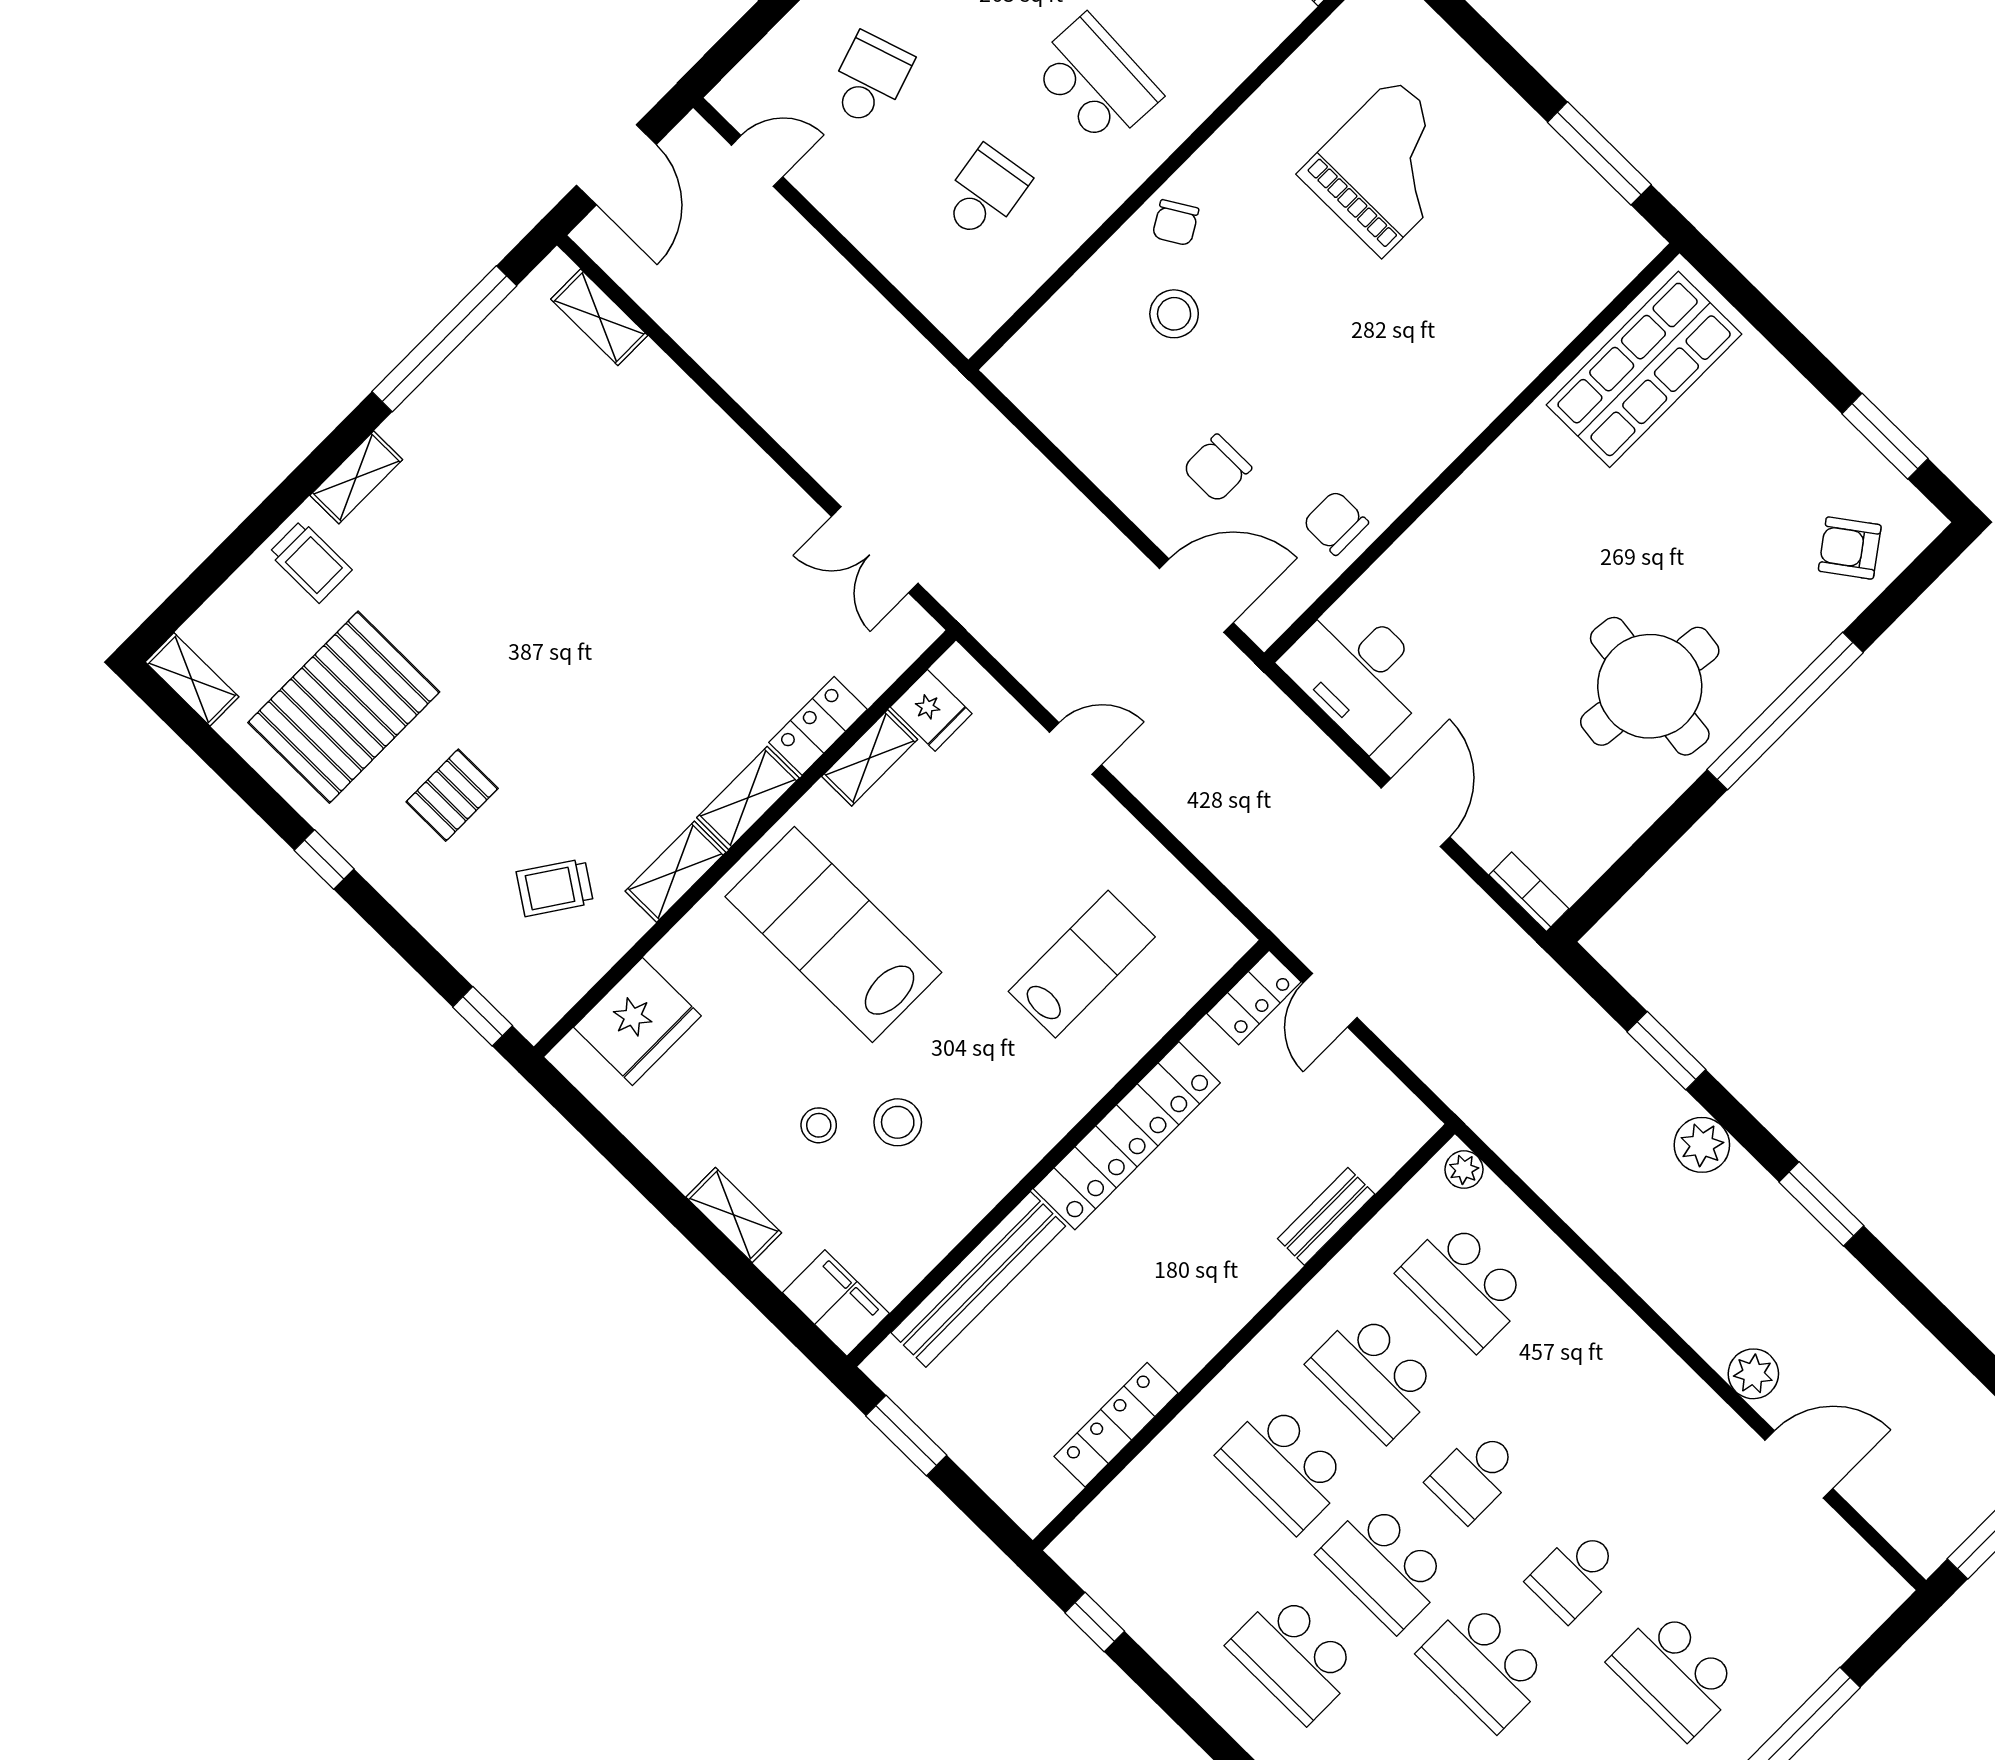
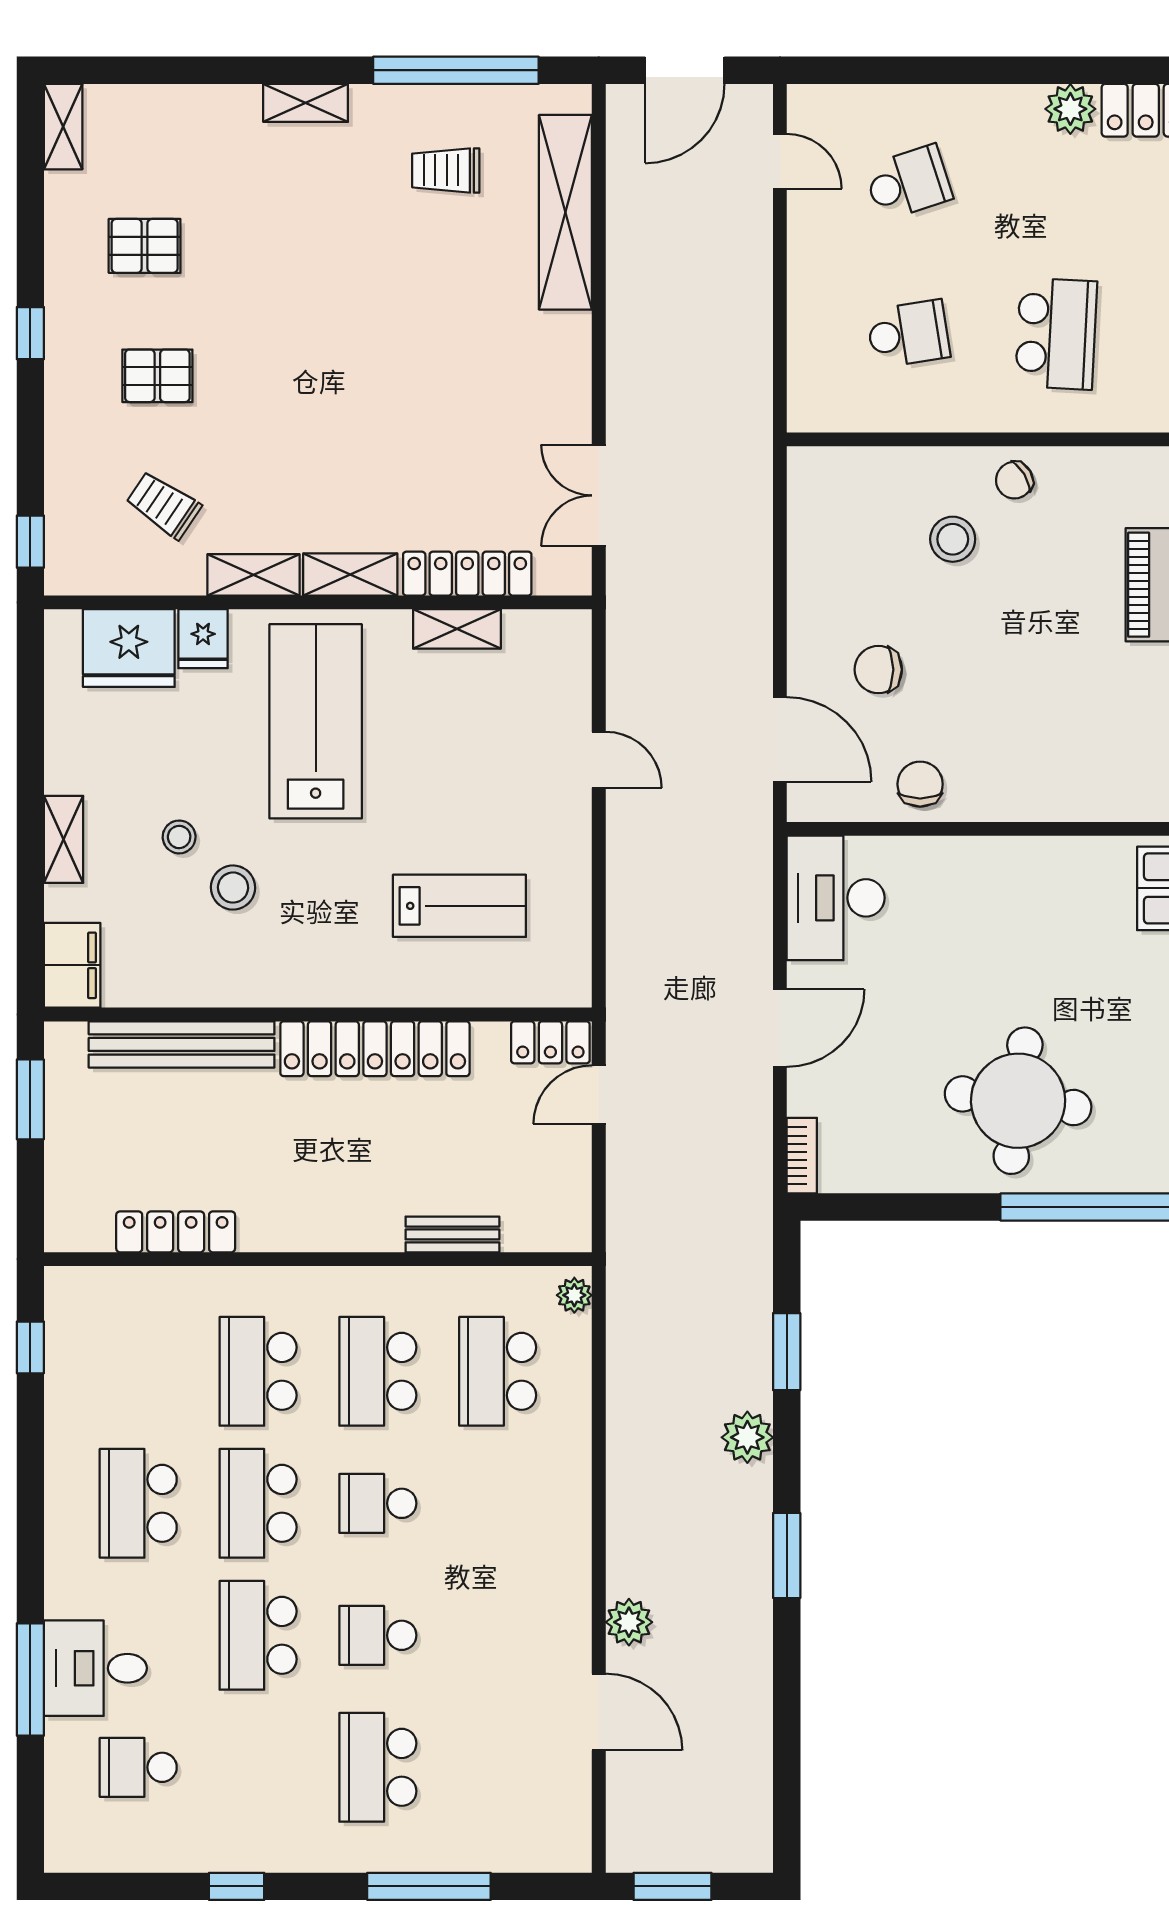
shelving: (599, 317) -> (565, 212), width x2.20, depth x1.33
trolley: (310, 562) -> (446, 170), moved, turned 90
pallet: (344, 707) -> (145, 246), width x0.49, depth x0.50
fridge: (931, 710) -> (203, 639), moved
locker: (818, 726) -> (467, 574), width x1.53

